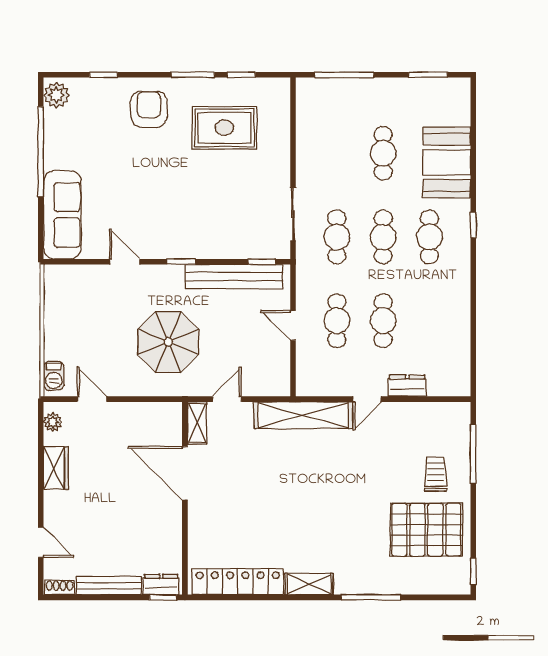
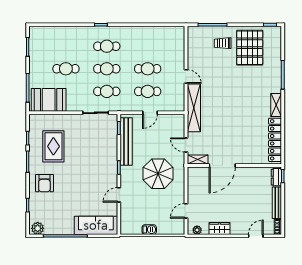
armchair: (149, 109) -> (44, 183), turned -90
booth: (447, 162) -> (49, 100), moved
barbecue: (54, 376) -> (149, 230), moved
dresser: (407, 386) -> (179, 57), removed

